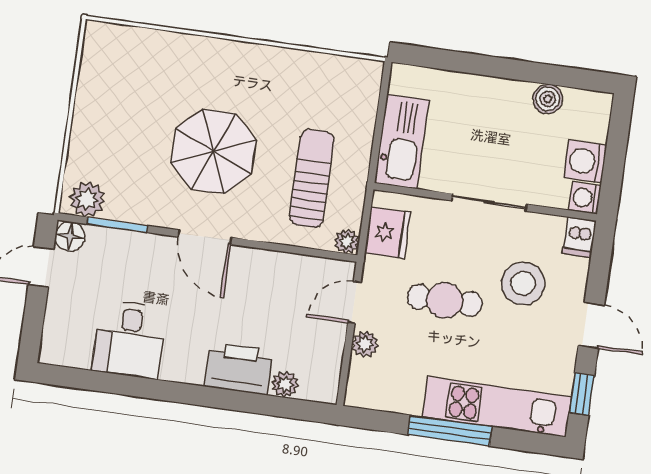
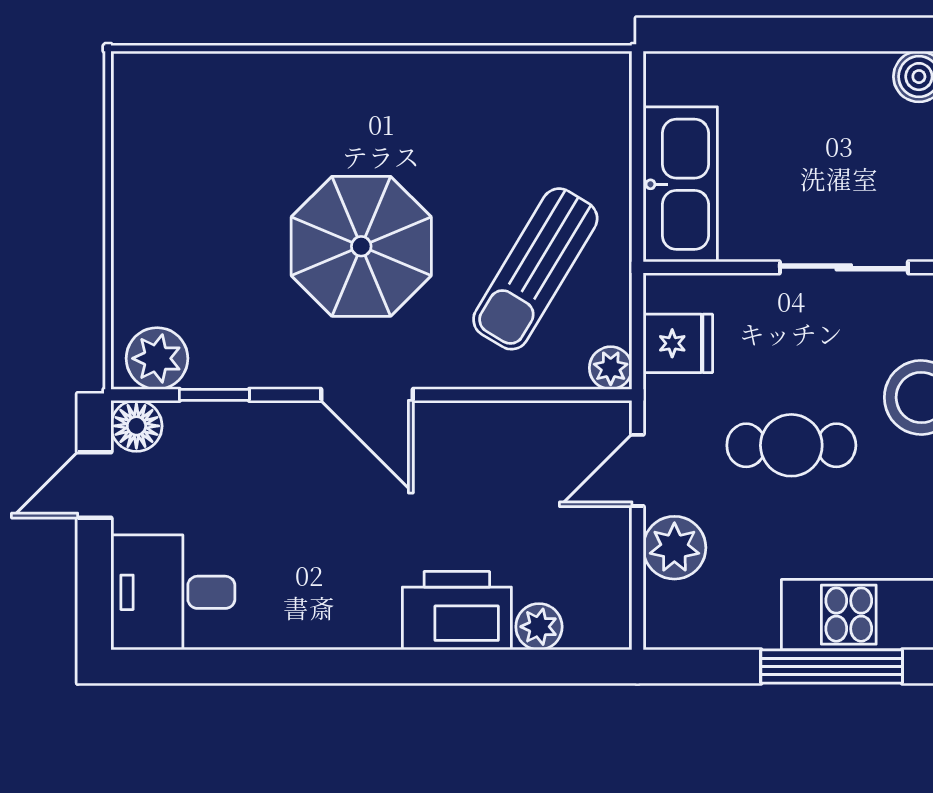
sun lounger: (312, 178) -> (535, 269), turned -149
window: (117, 225) -> (214, 395), width x0.67
fridge: (388, 233) -> (678, 343), width x0.72
desk: (129, 340) -> (173, 592), moved, turned 90
plant: (365, 344) -> (674, 548), width x1.38, depth x1.38

